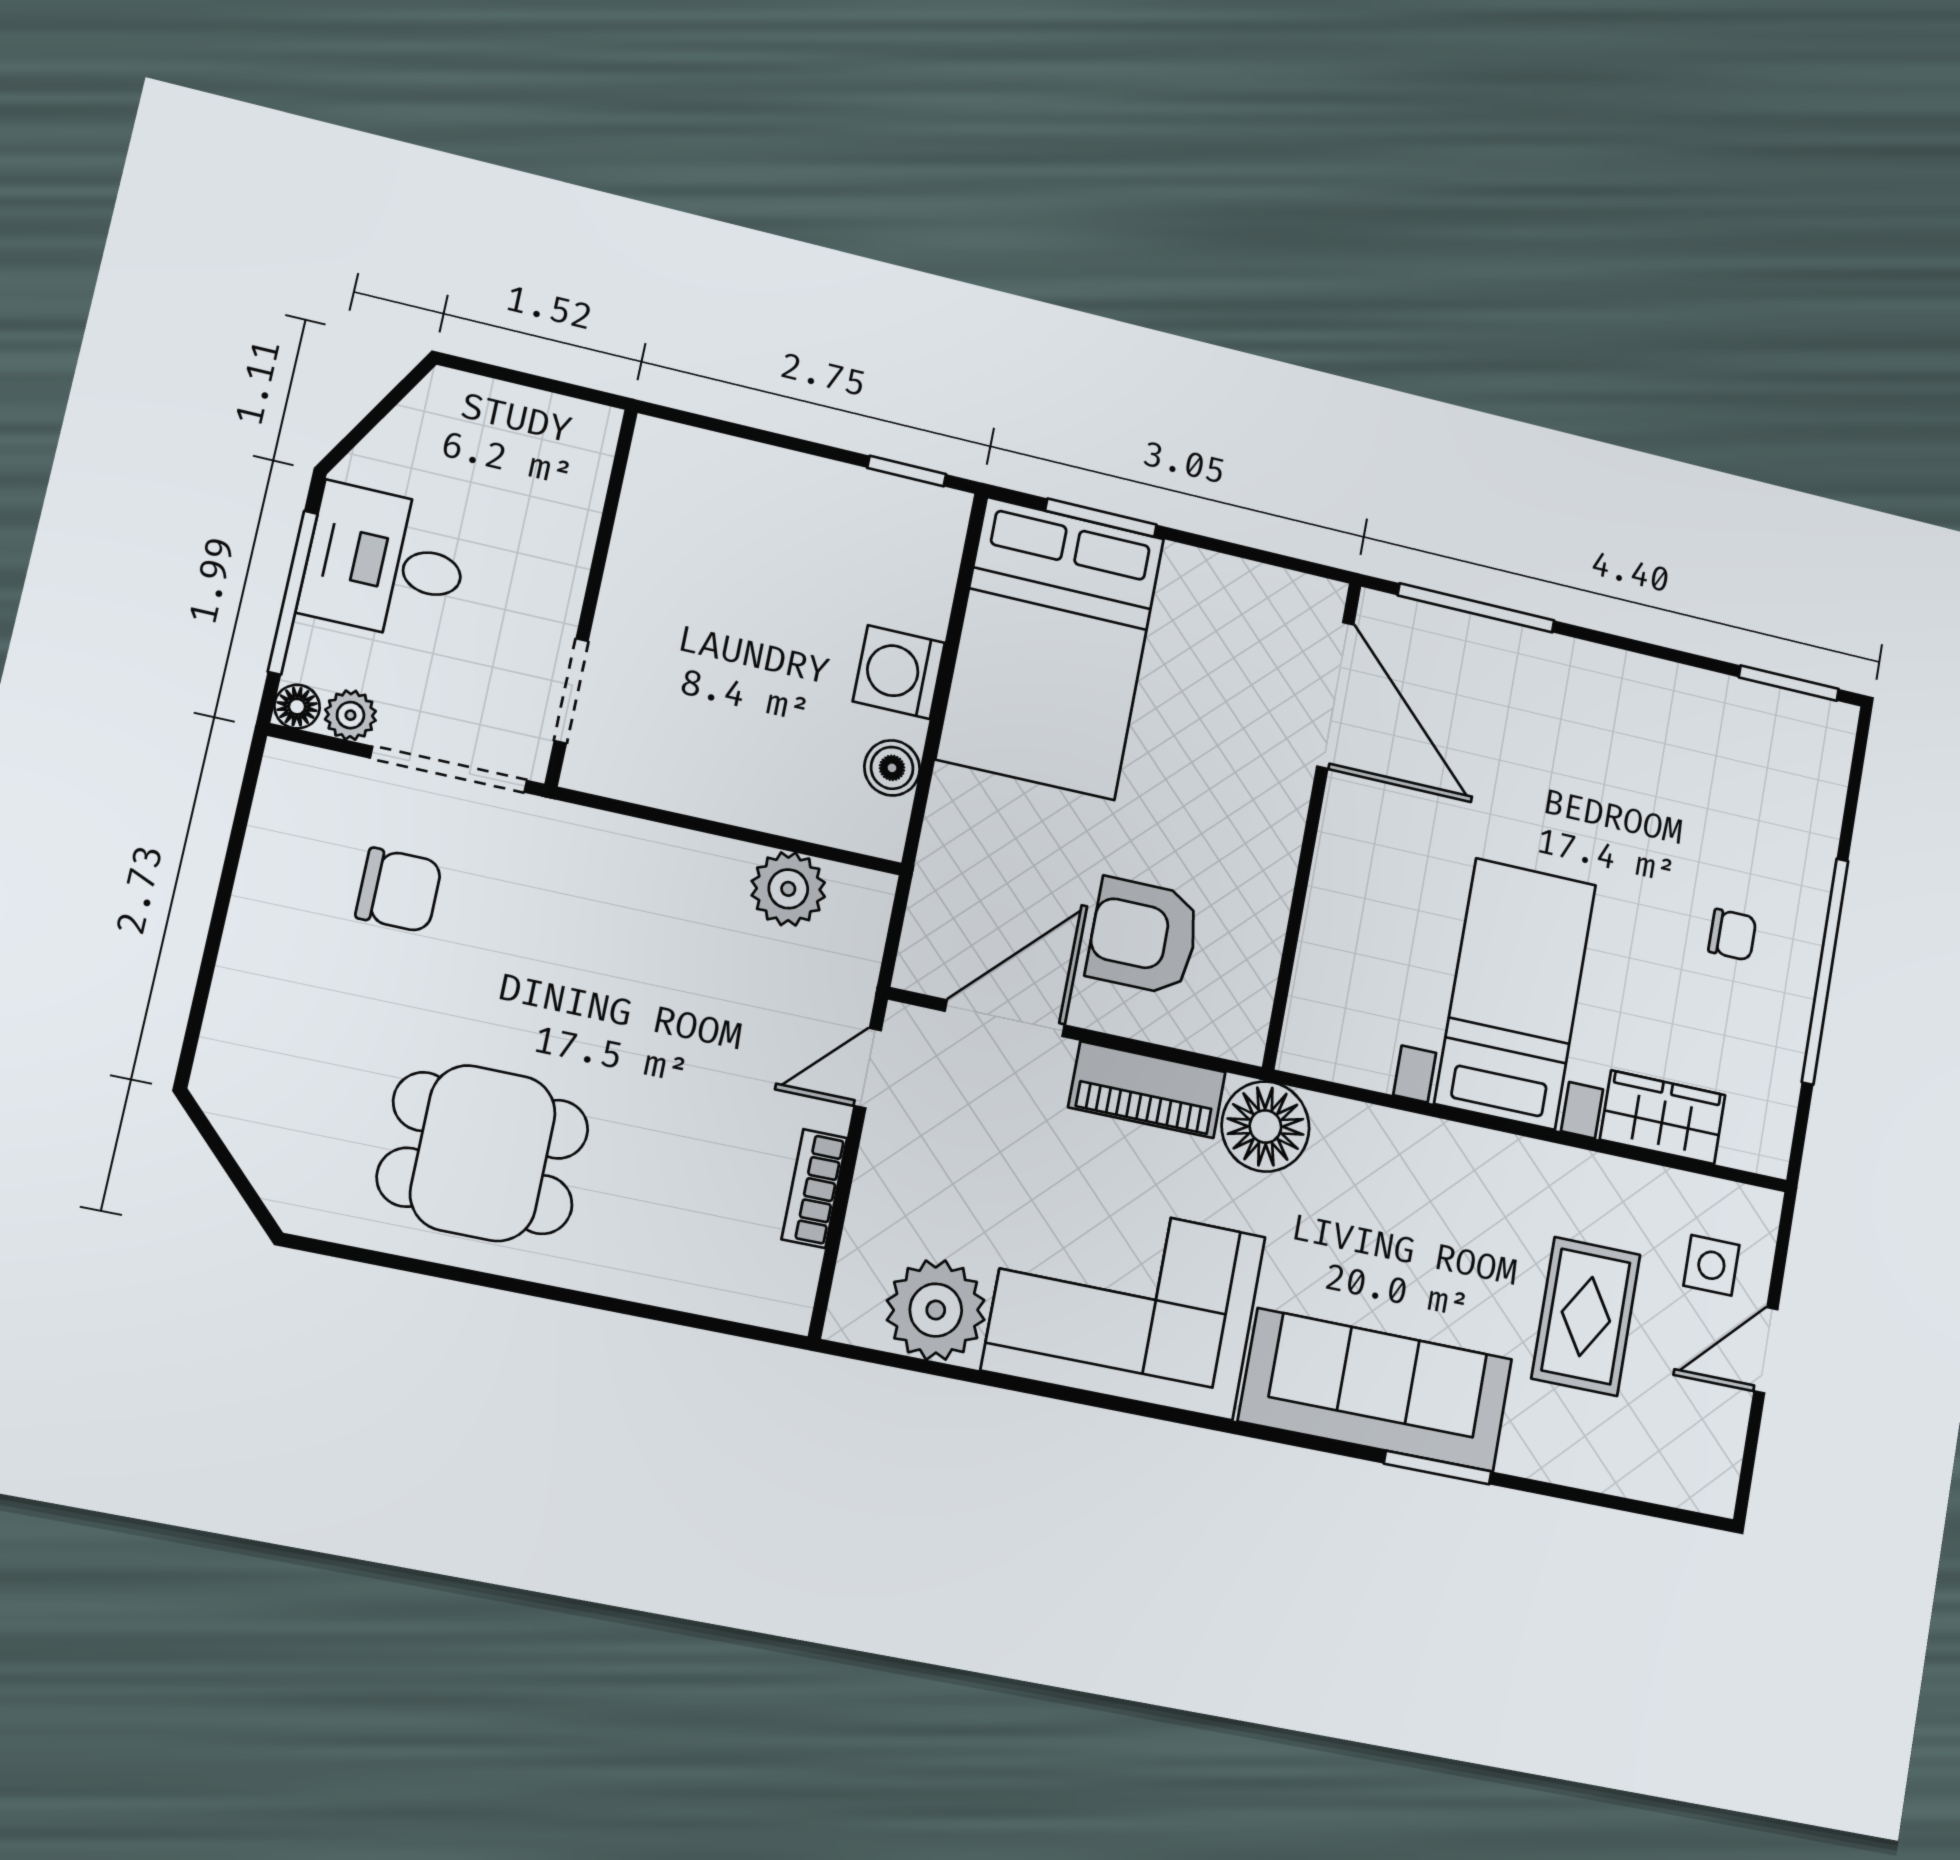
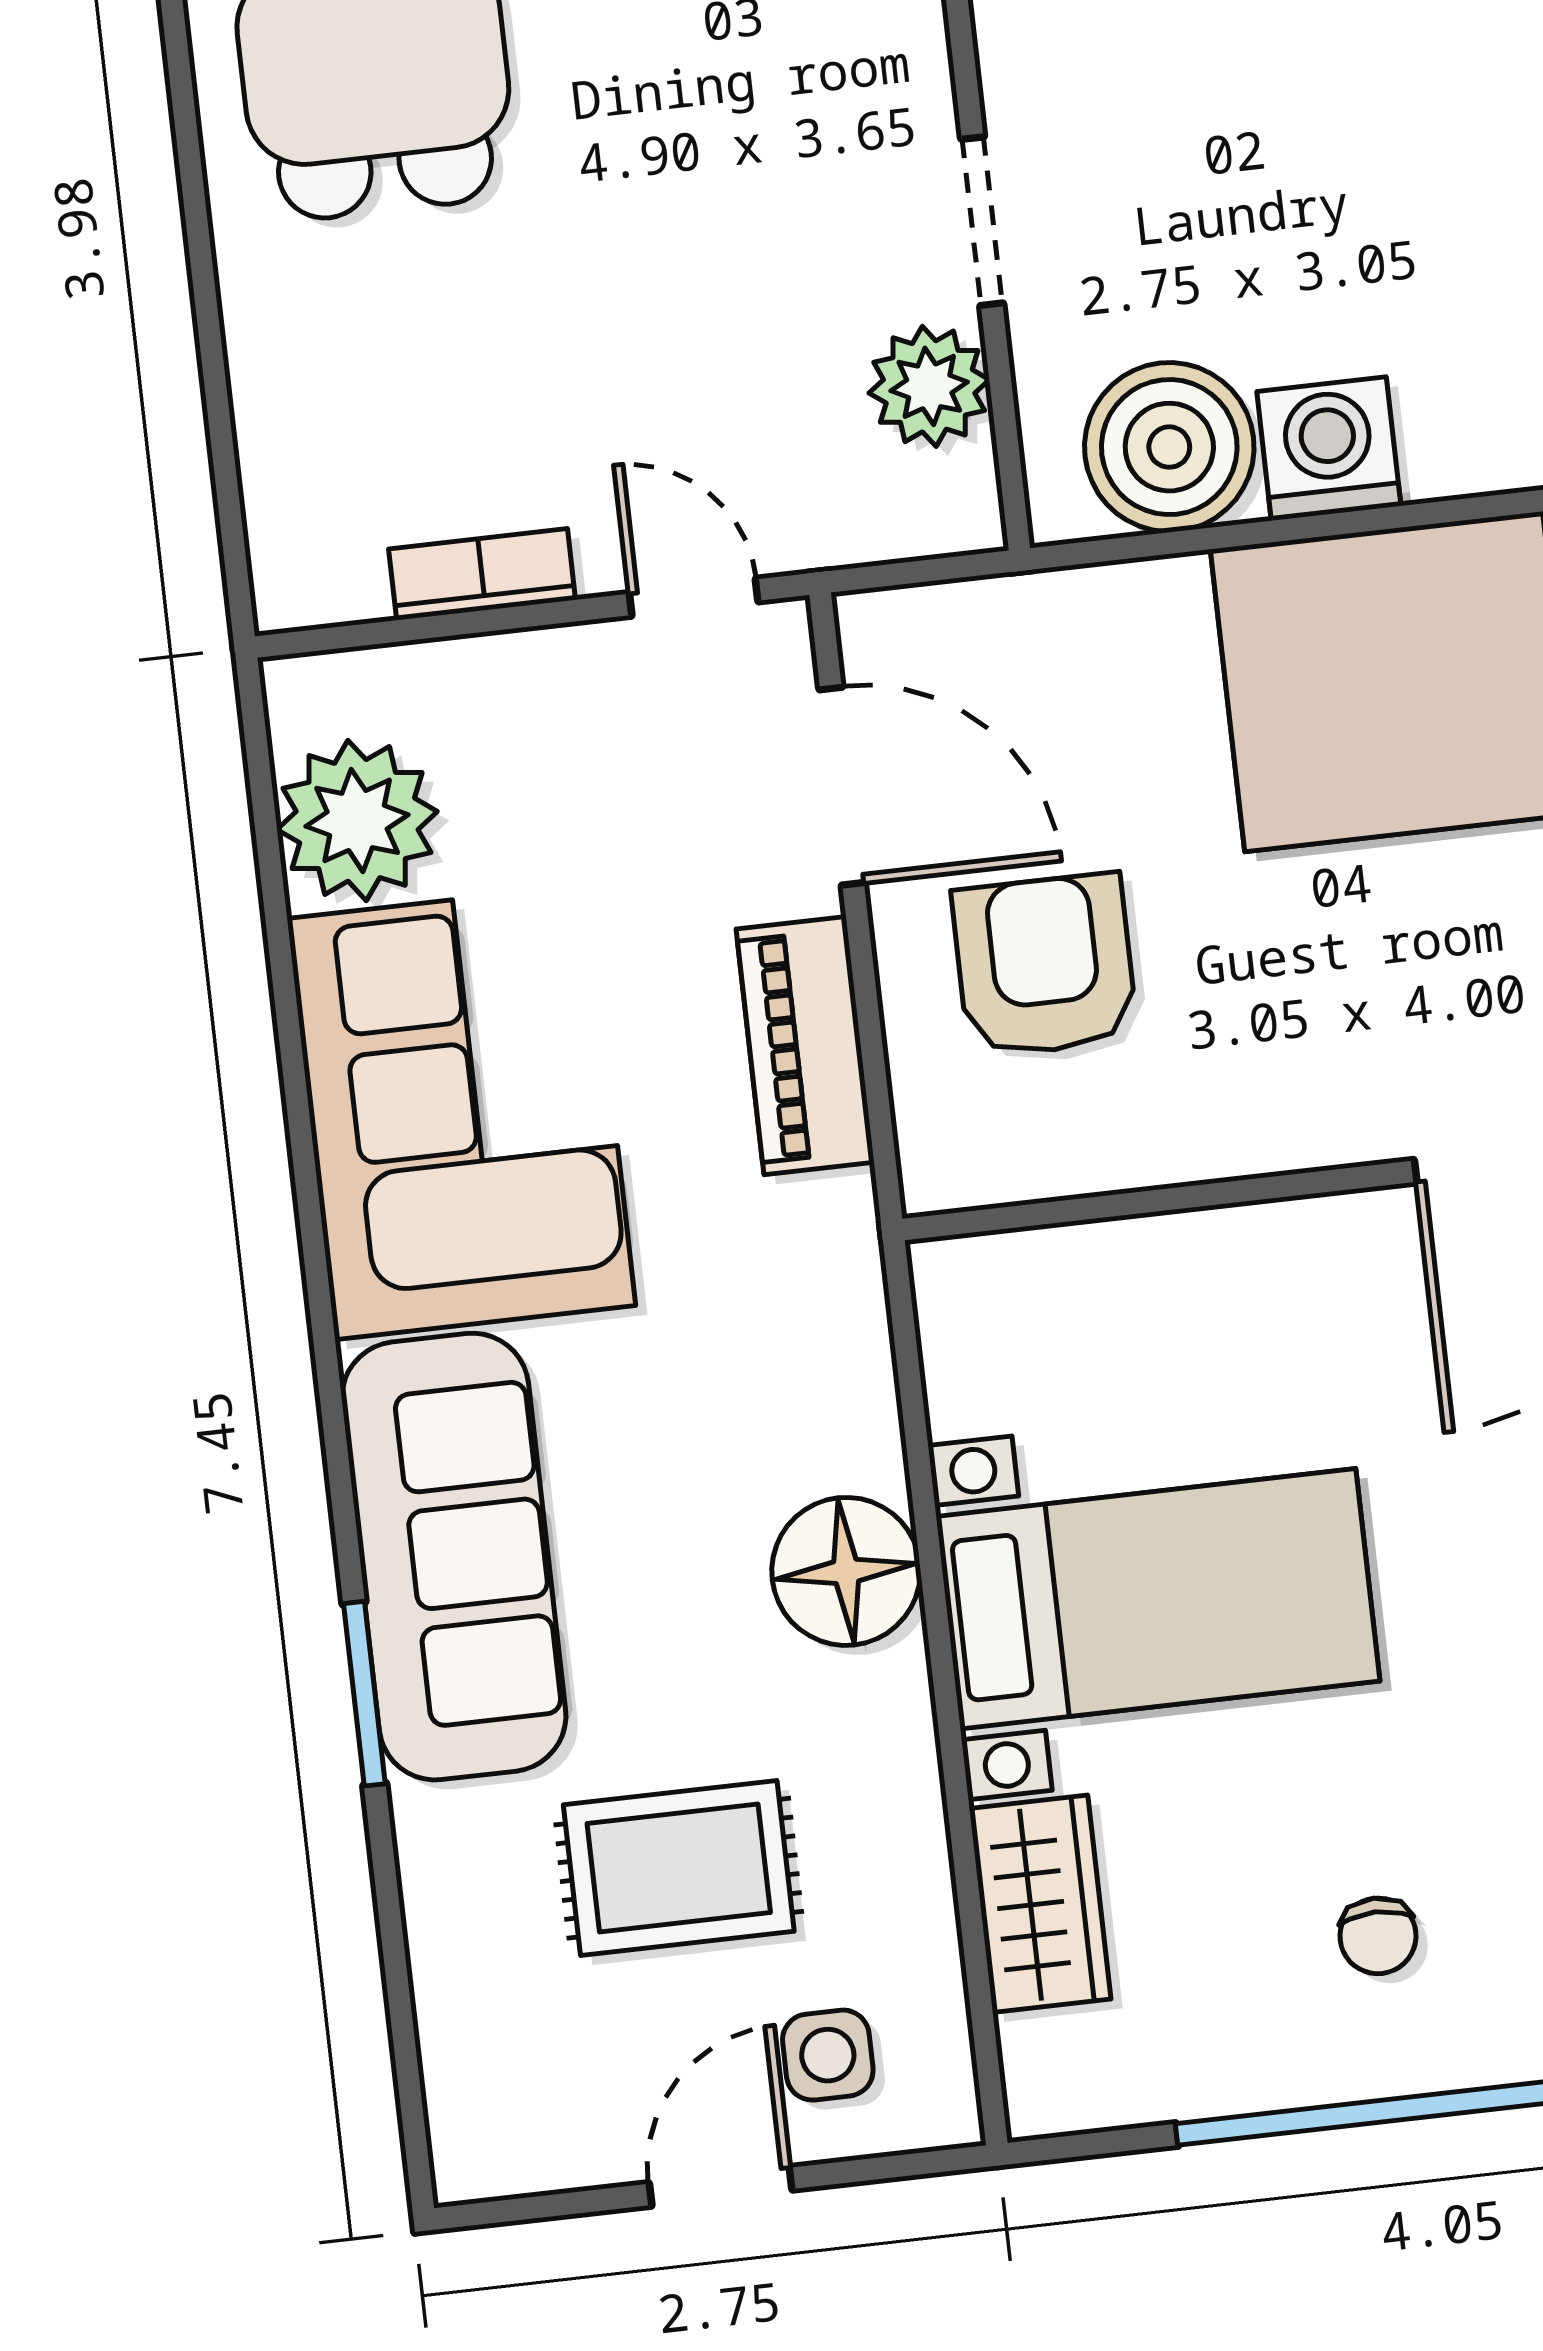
boiler: (892, 768) -> (1169, 447), width x1.86, depth x1.86
doorway: (701, 825) -> (982, 221), added
floor lamp: (1265, 1126) -> (846, 1571), moved
door: (1766, 1350) -> (721, 2186), hinge flipped

